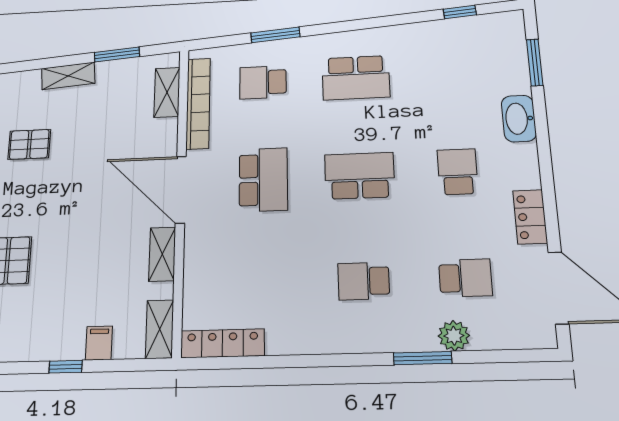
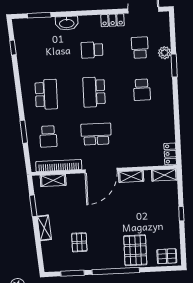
filing cabinet: (99, 343) -> (171, 200), removed
locker: (223, 343) -> (170, 154), width x0.66

